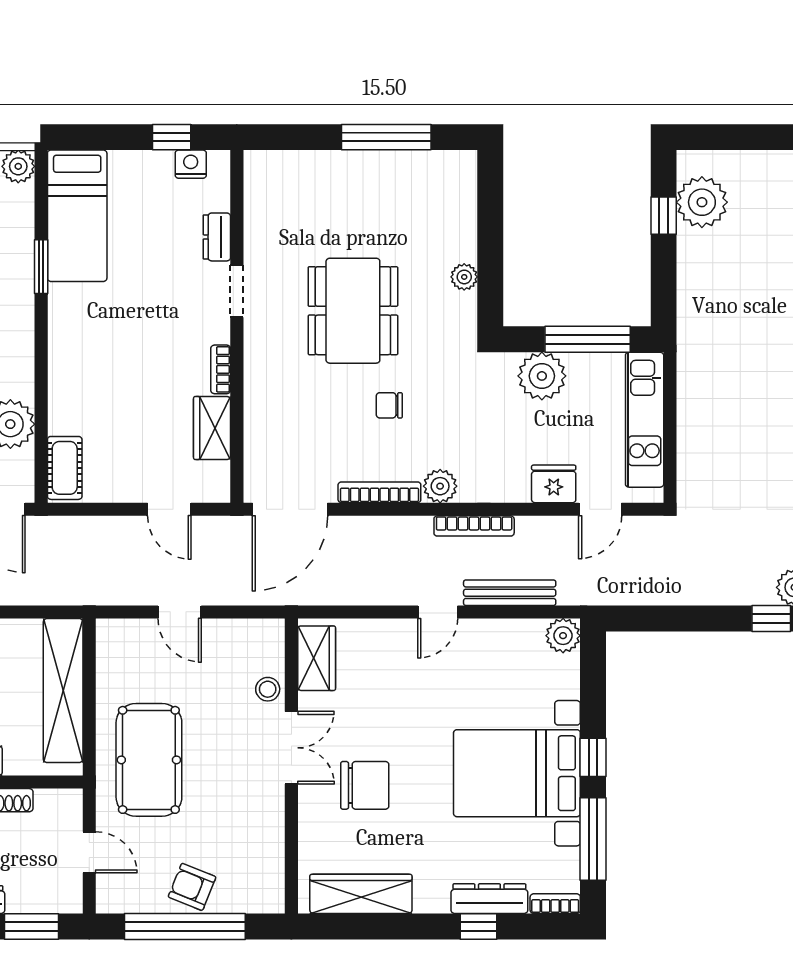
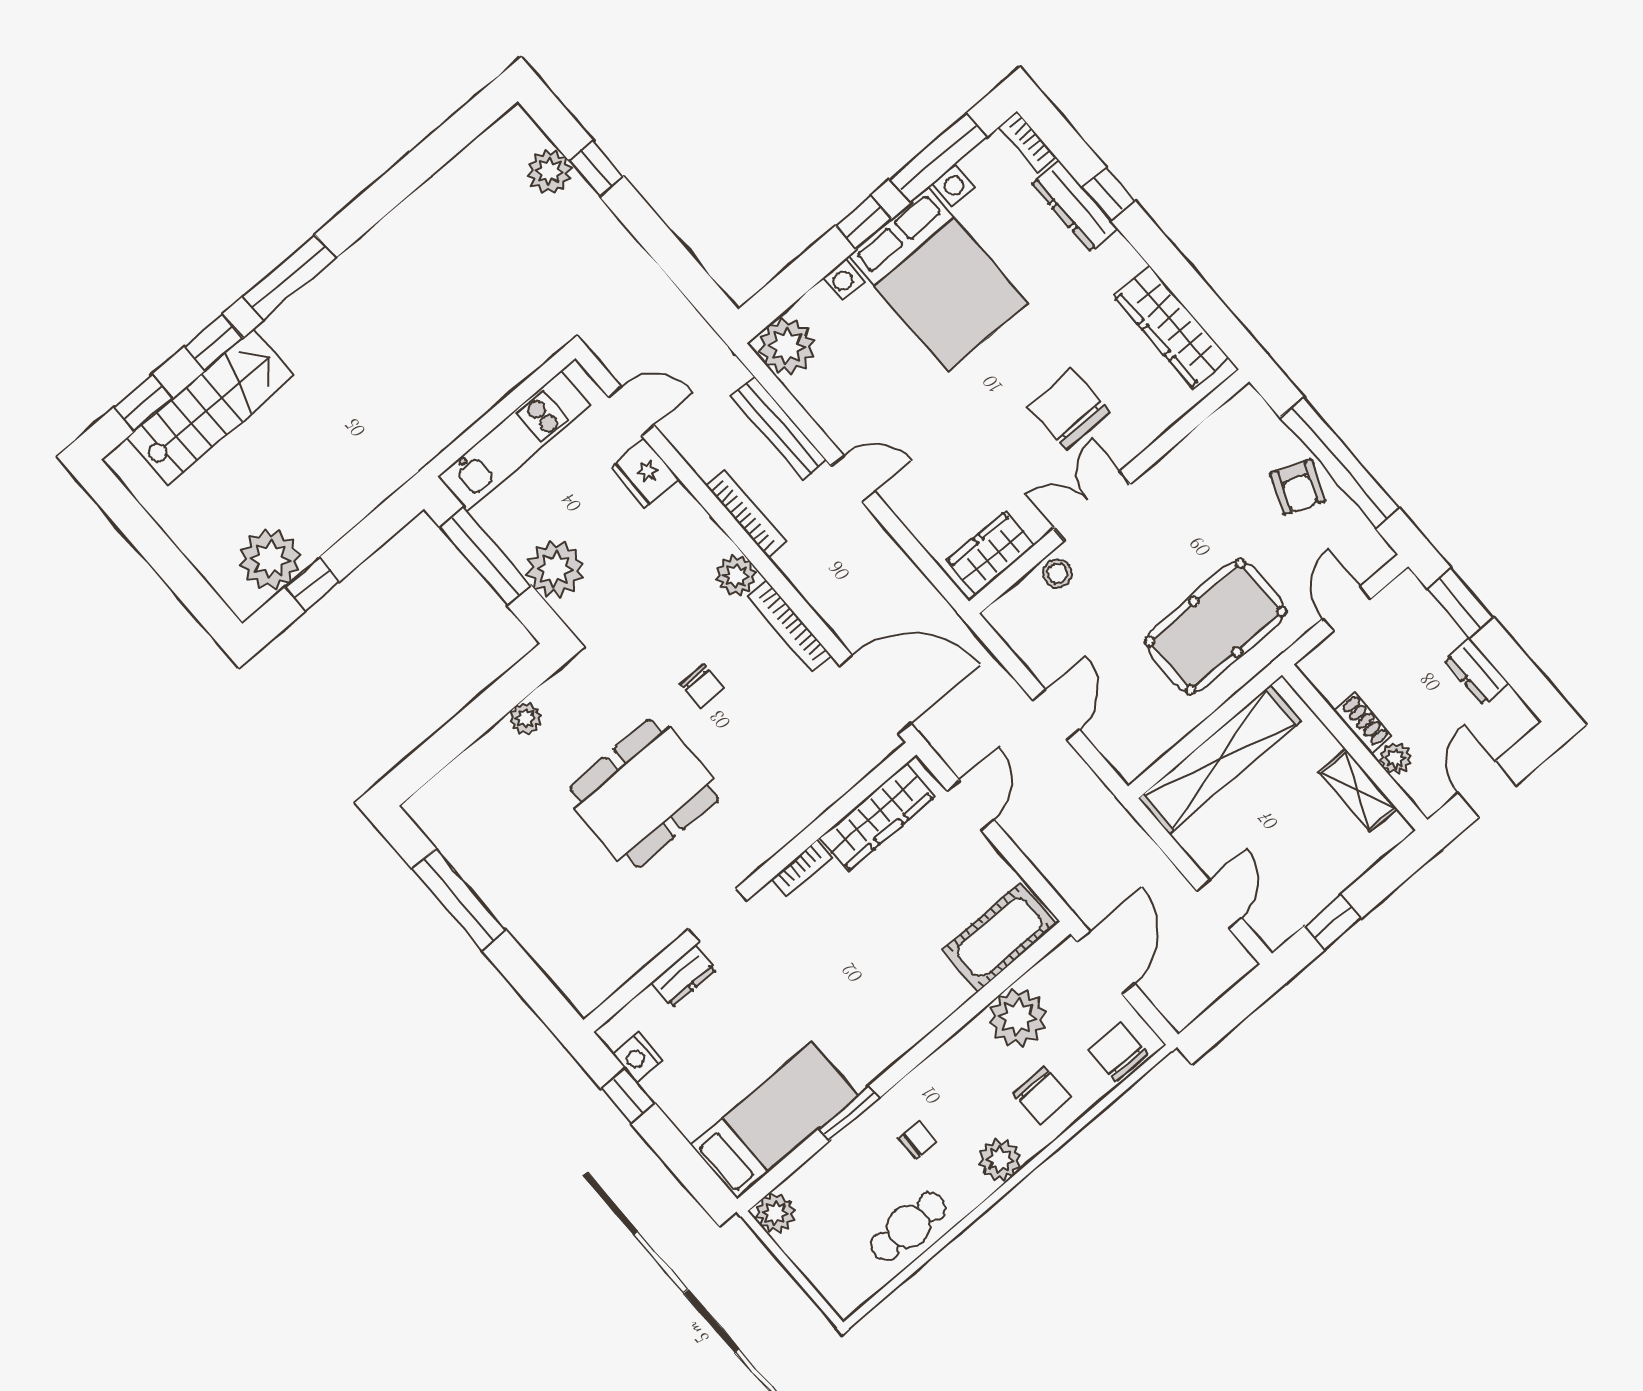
wardrobe: (212, 428) -> (877, 818), width x1.50
cot: (65, 468) -> (999, 937), width x1.37, depth x1.34
plant: (563, 636) -> (787, 346), width x1.36, depth x1.36

